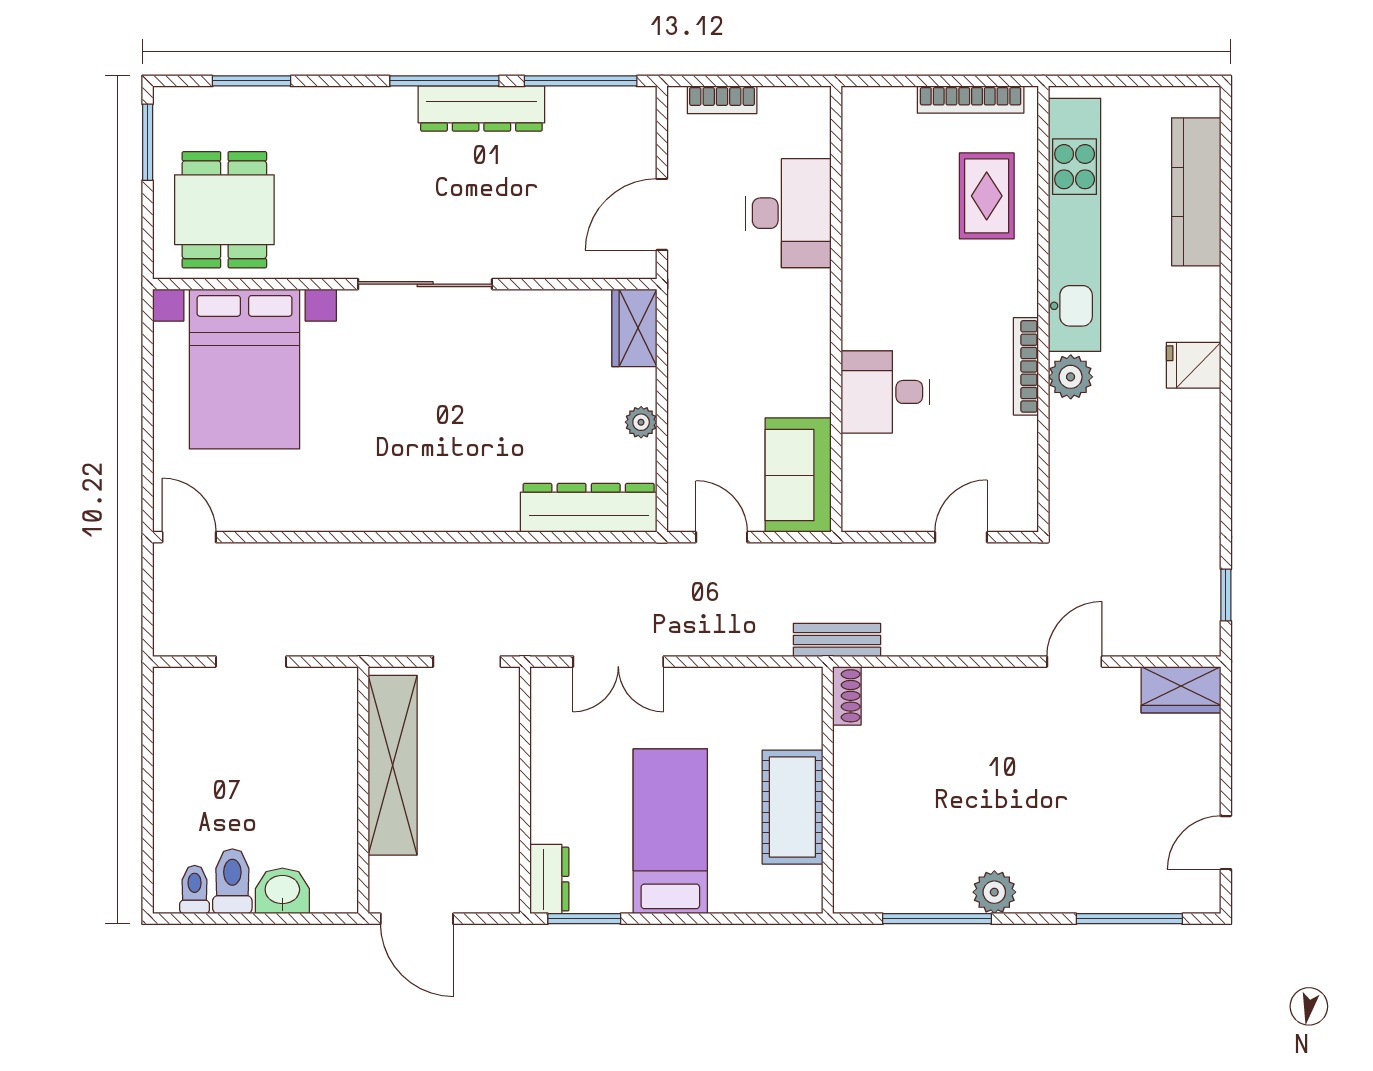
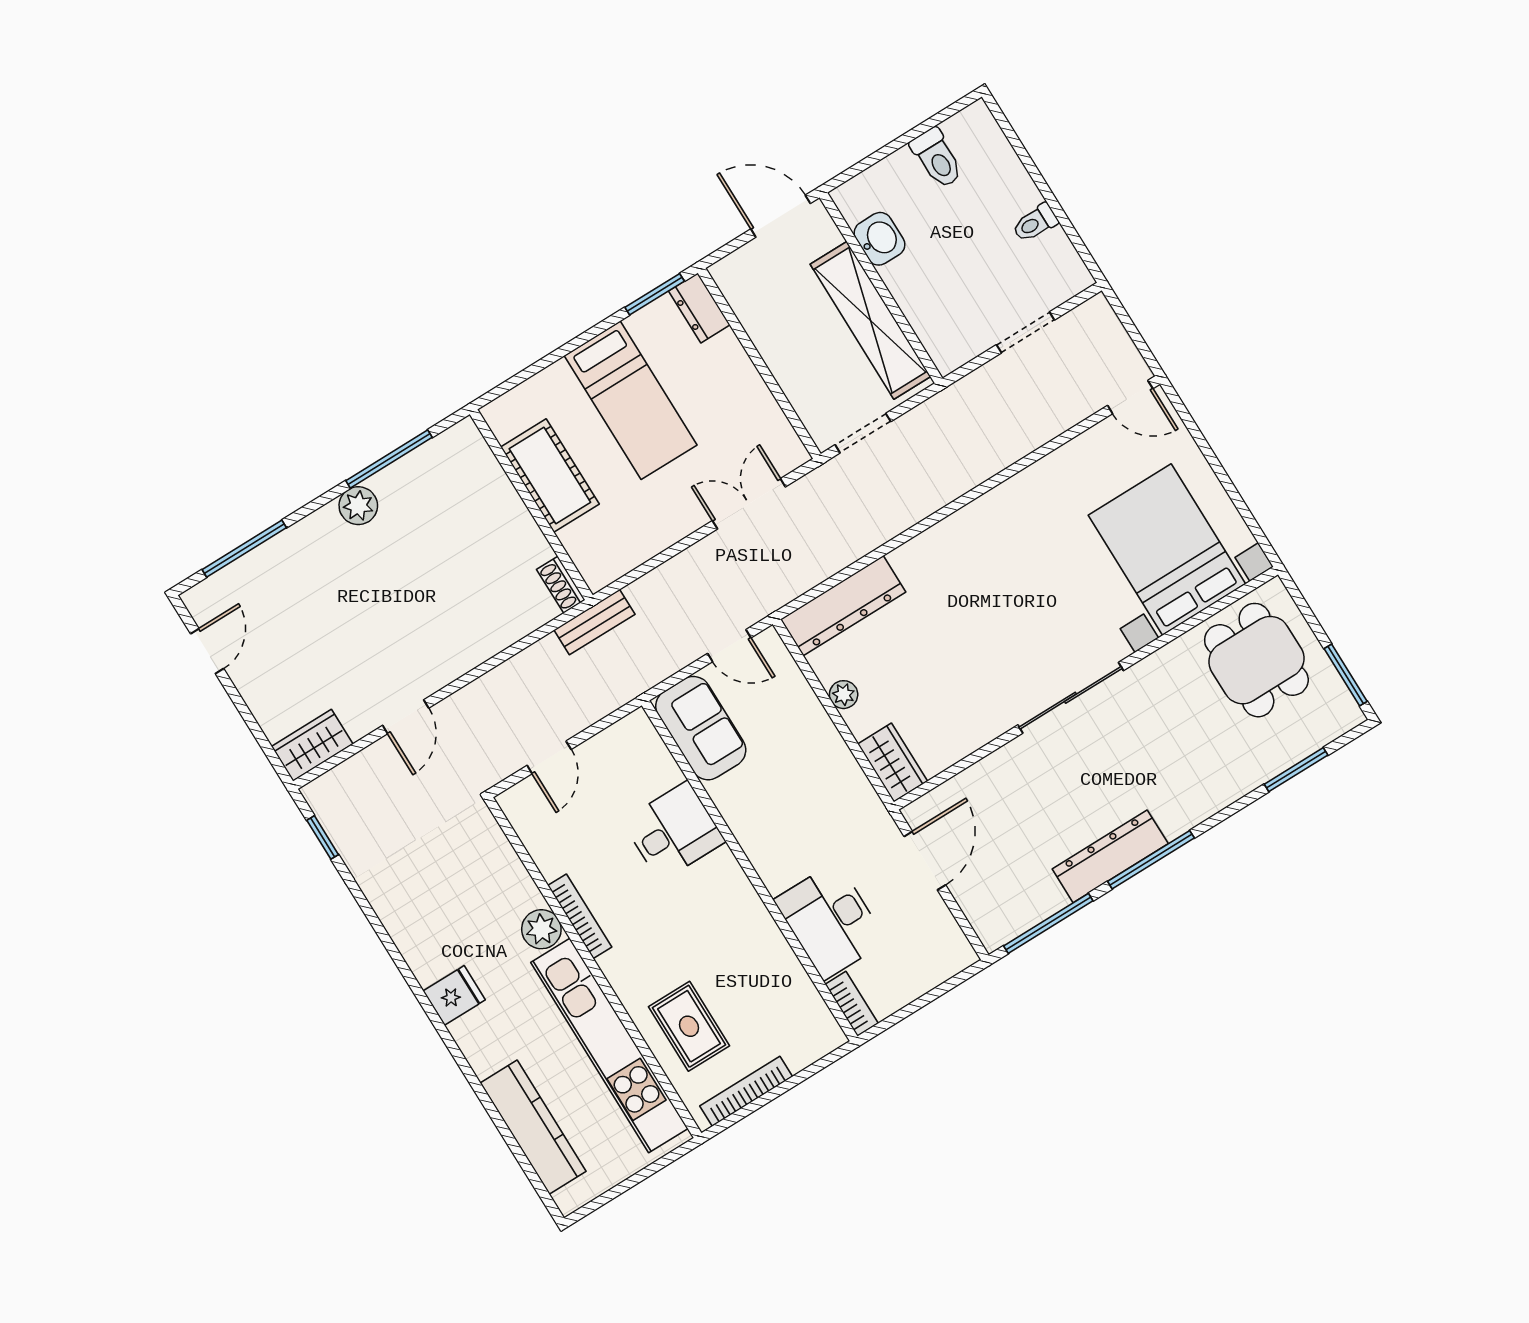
bookcase: (722, 100) -> (852, 1004), moved, turned 90
toilet: (195, 890) -> (1035, 223), moved, turned 90
washbasin: (282, 891) -> (879, 239), moved, turned -90

